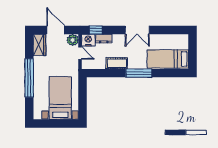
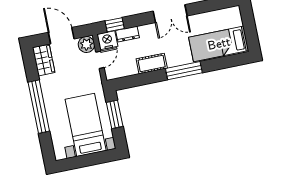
door: (80, 53) -> (100, 60), hinge flipped
window: (83, 94) -> (115, 114), added

